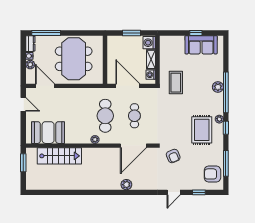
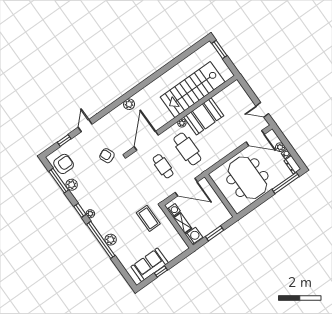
rug: (202, 130) -> (99, 194), removed
booth: (48, 133) -> (204, 116), moved
plant: (218, 153) -> (72, 185), added
stairs: (59, 156) -> (193, 90), width x1.36, depth x1.51
window: (23, 163) -> (219, 49), moved

